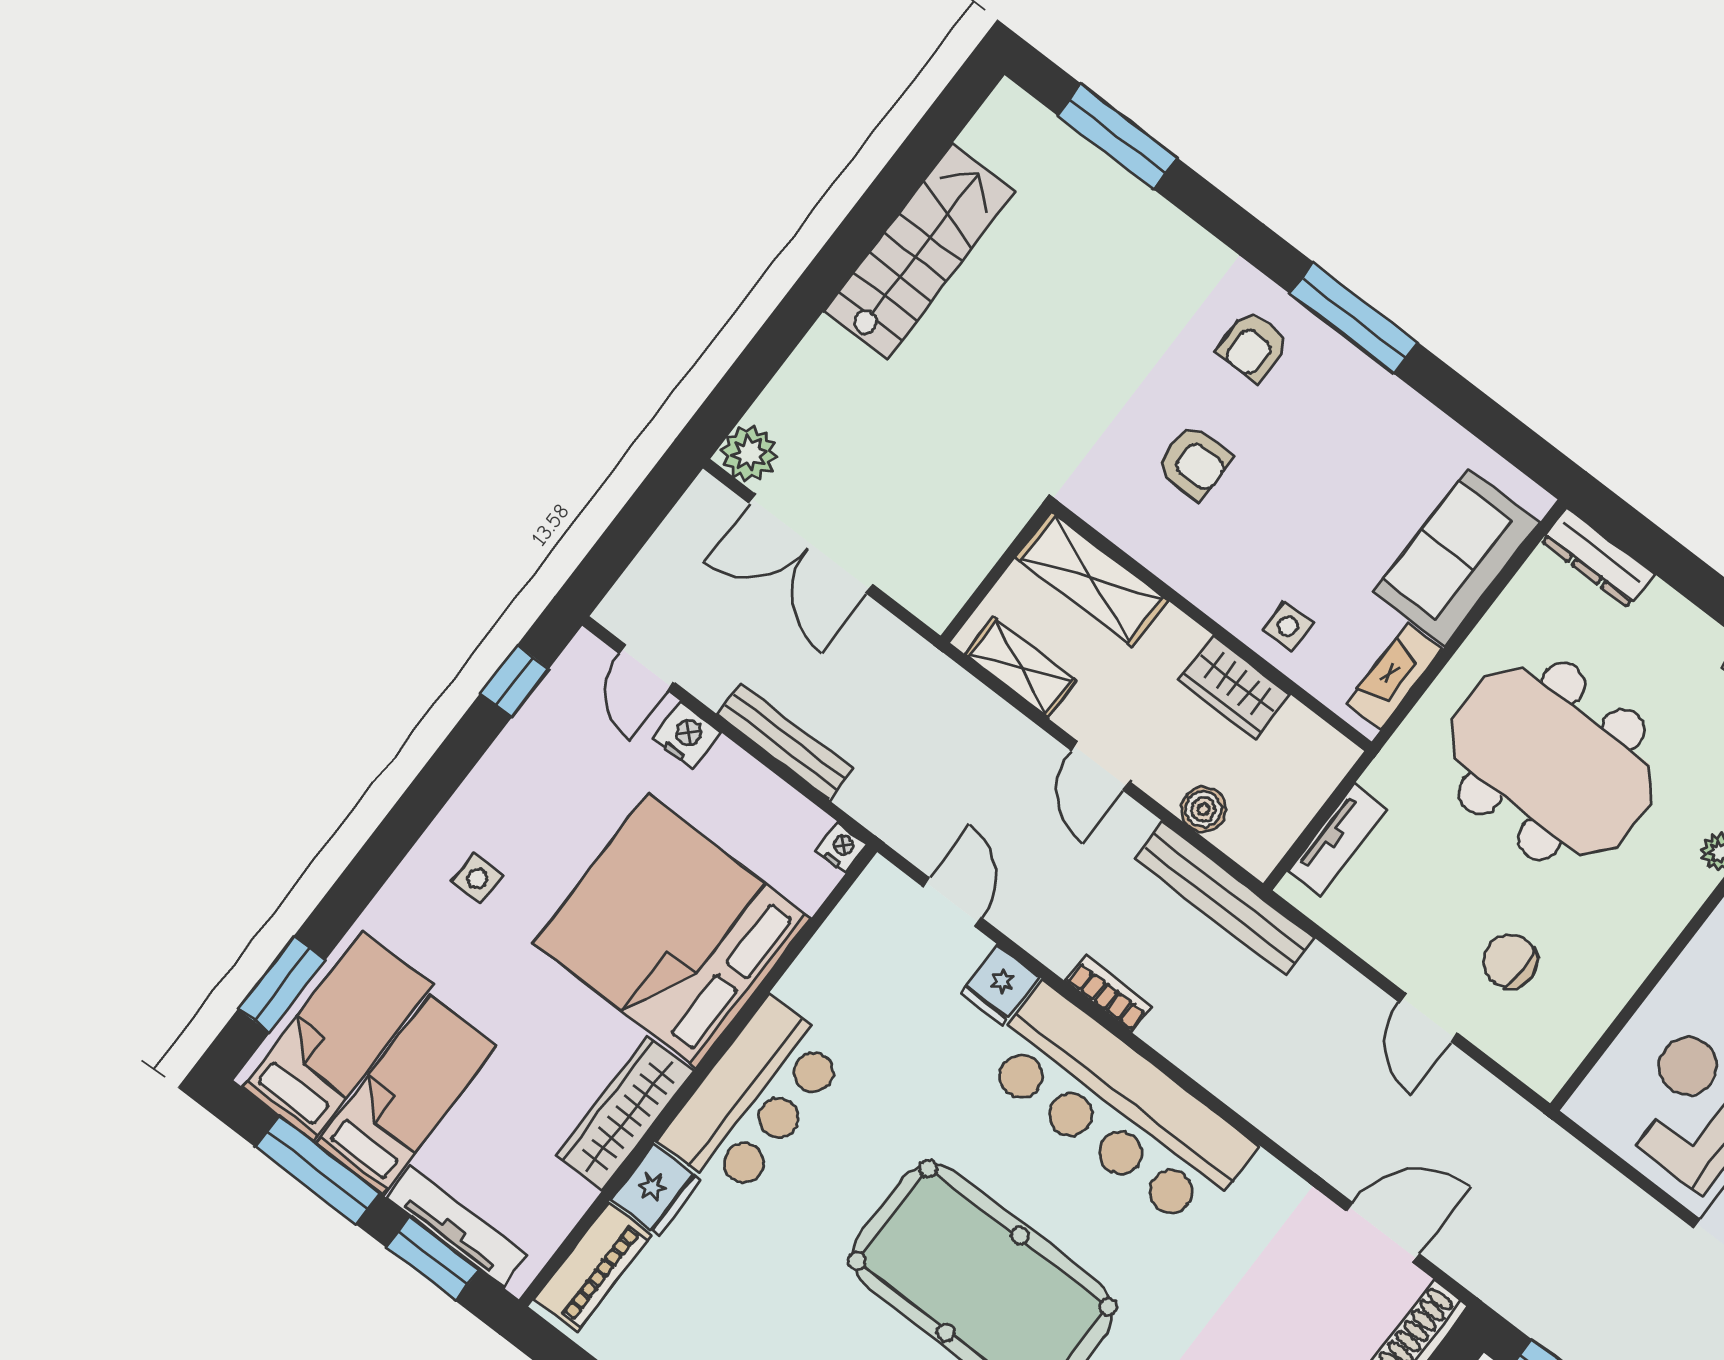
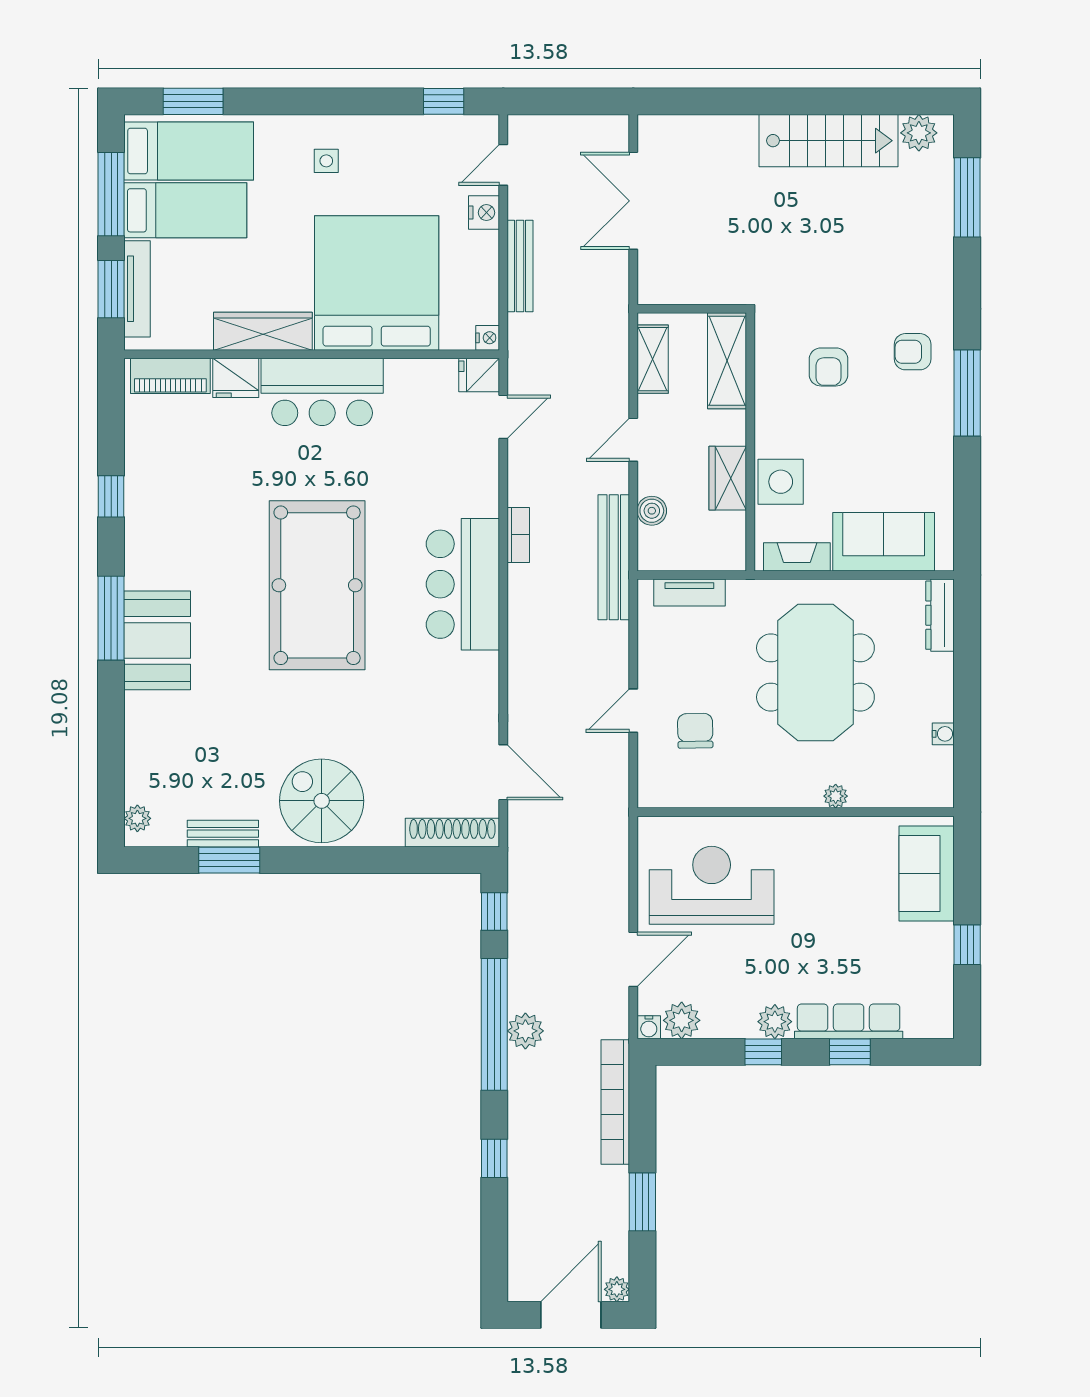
plant: (749, 454) -> (919, 133), moved
side table: (1288, 626) -> (781, 482), width x1.87, depth x1.87
fridge: (1000, 985) -> (479, 375), moved
bar counter: (1117, 1106) -> (463, 584), width x0.73

